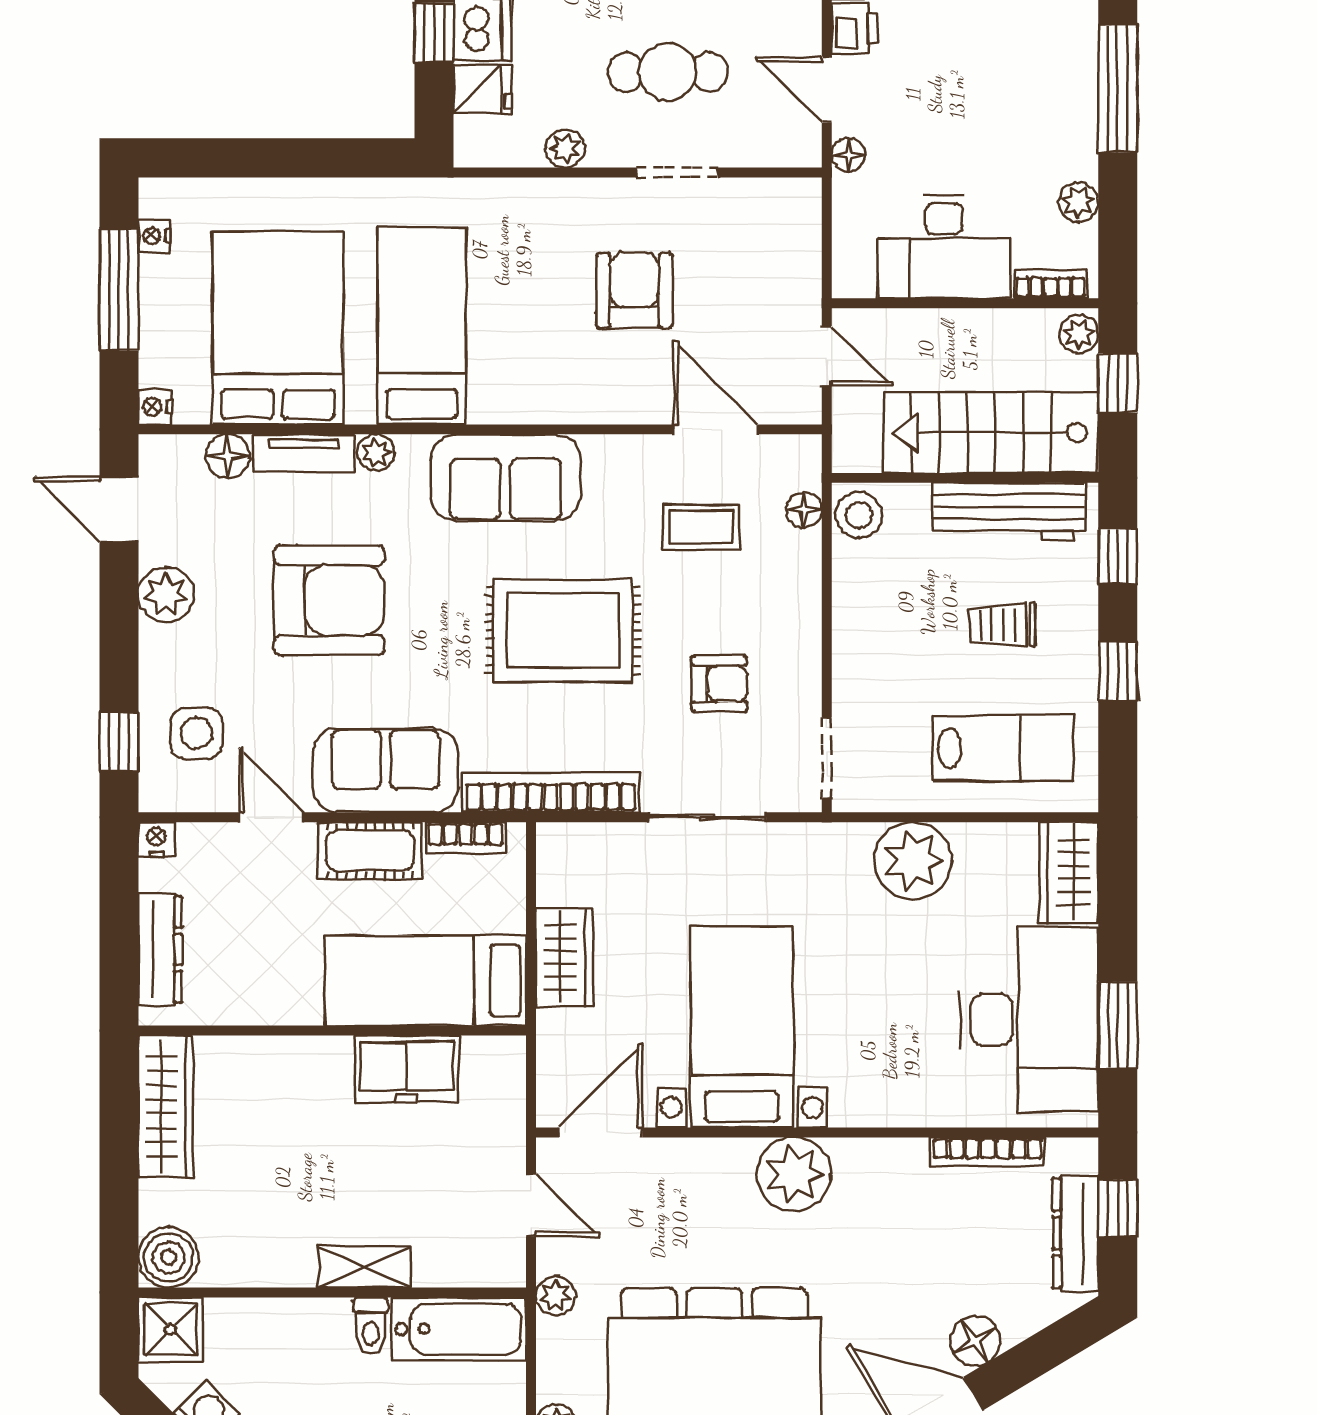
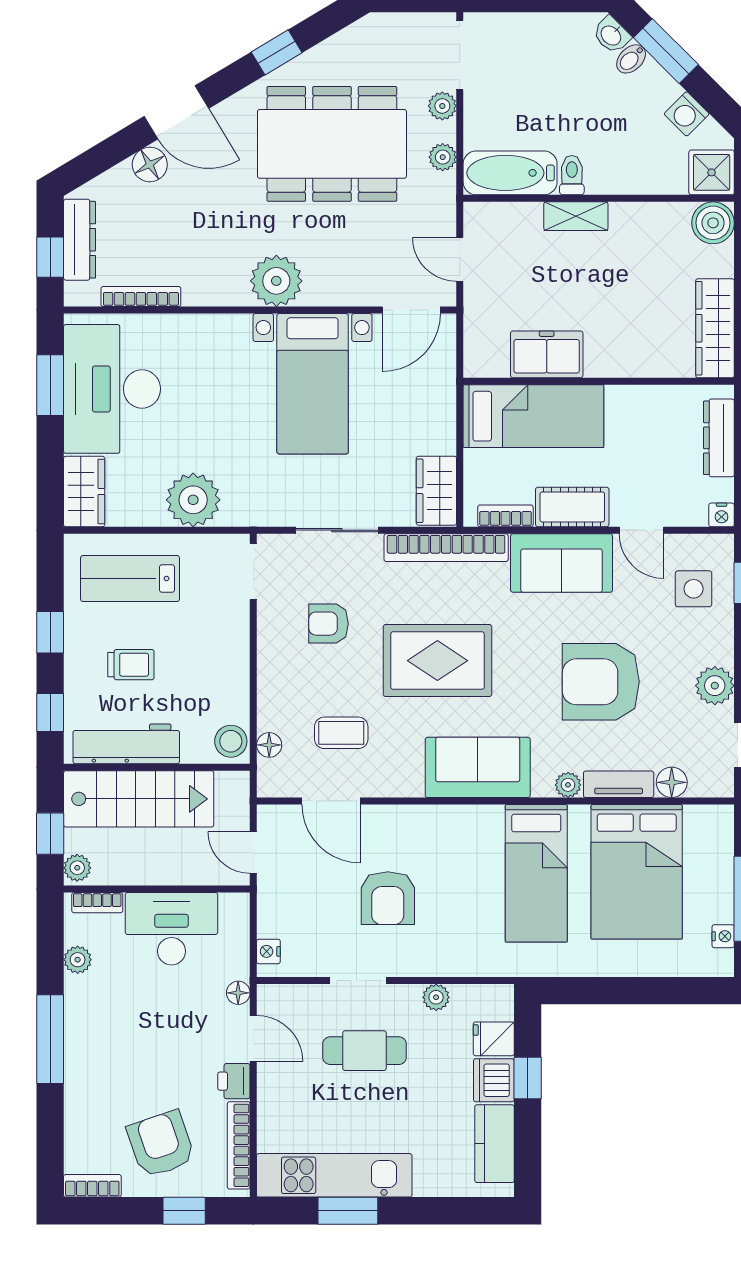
nightstand: (155, 407) -> (268, 951), moved, turned 180
wardrobe: (565, 957) -> (436, 491), moved
plant: (556, 1296) -> (443, 157), moved

